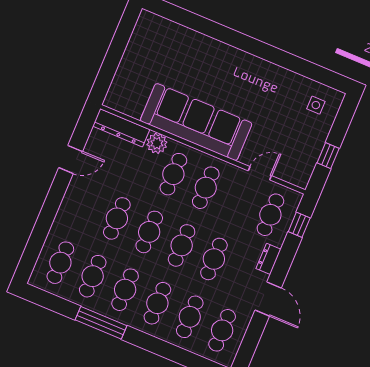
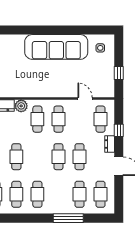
sofa: (196, 122) -> (56, 47), moved, turned 180
door: (260, 173) -> (85, 99), hinge flipped
window: (299, 225) -> (119, 130), moved
cafe table: (149, 232) -> (37, 157), removed
cafe table: (157, 303) -> (58, 194), removed
window: (101, 323) -> (68, 218), moved

